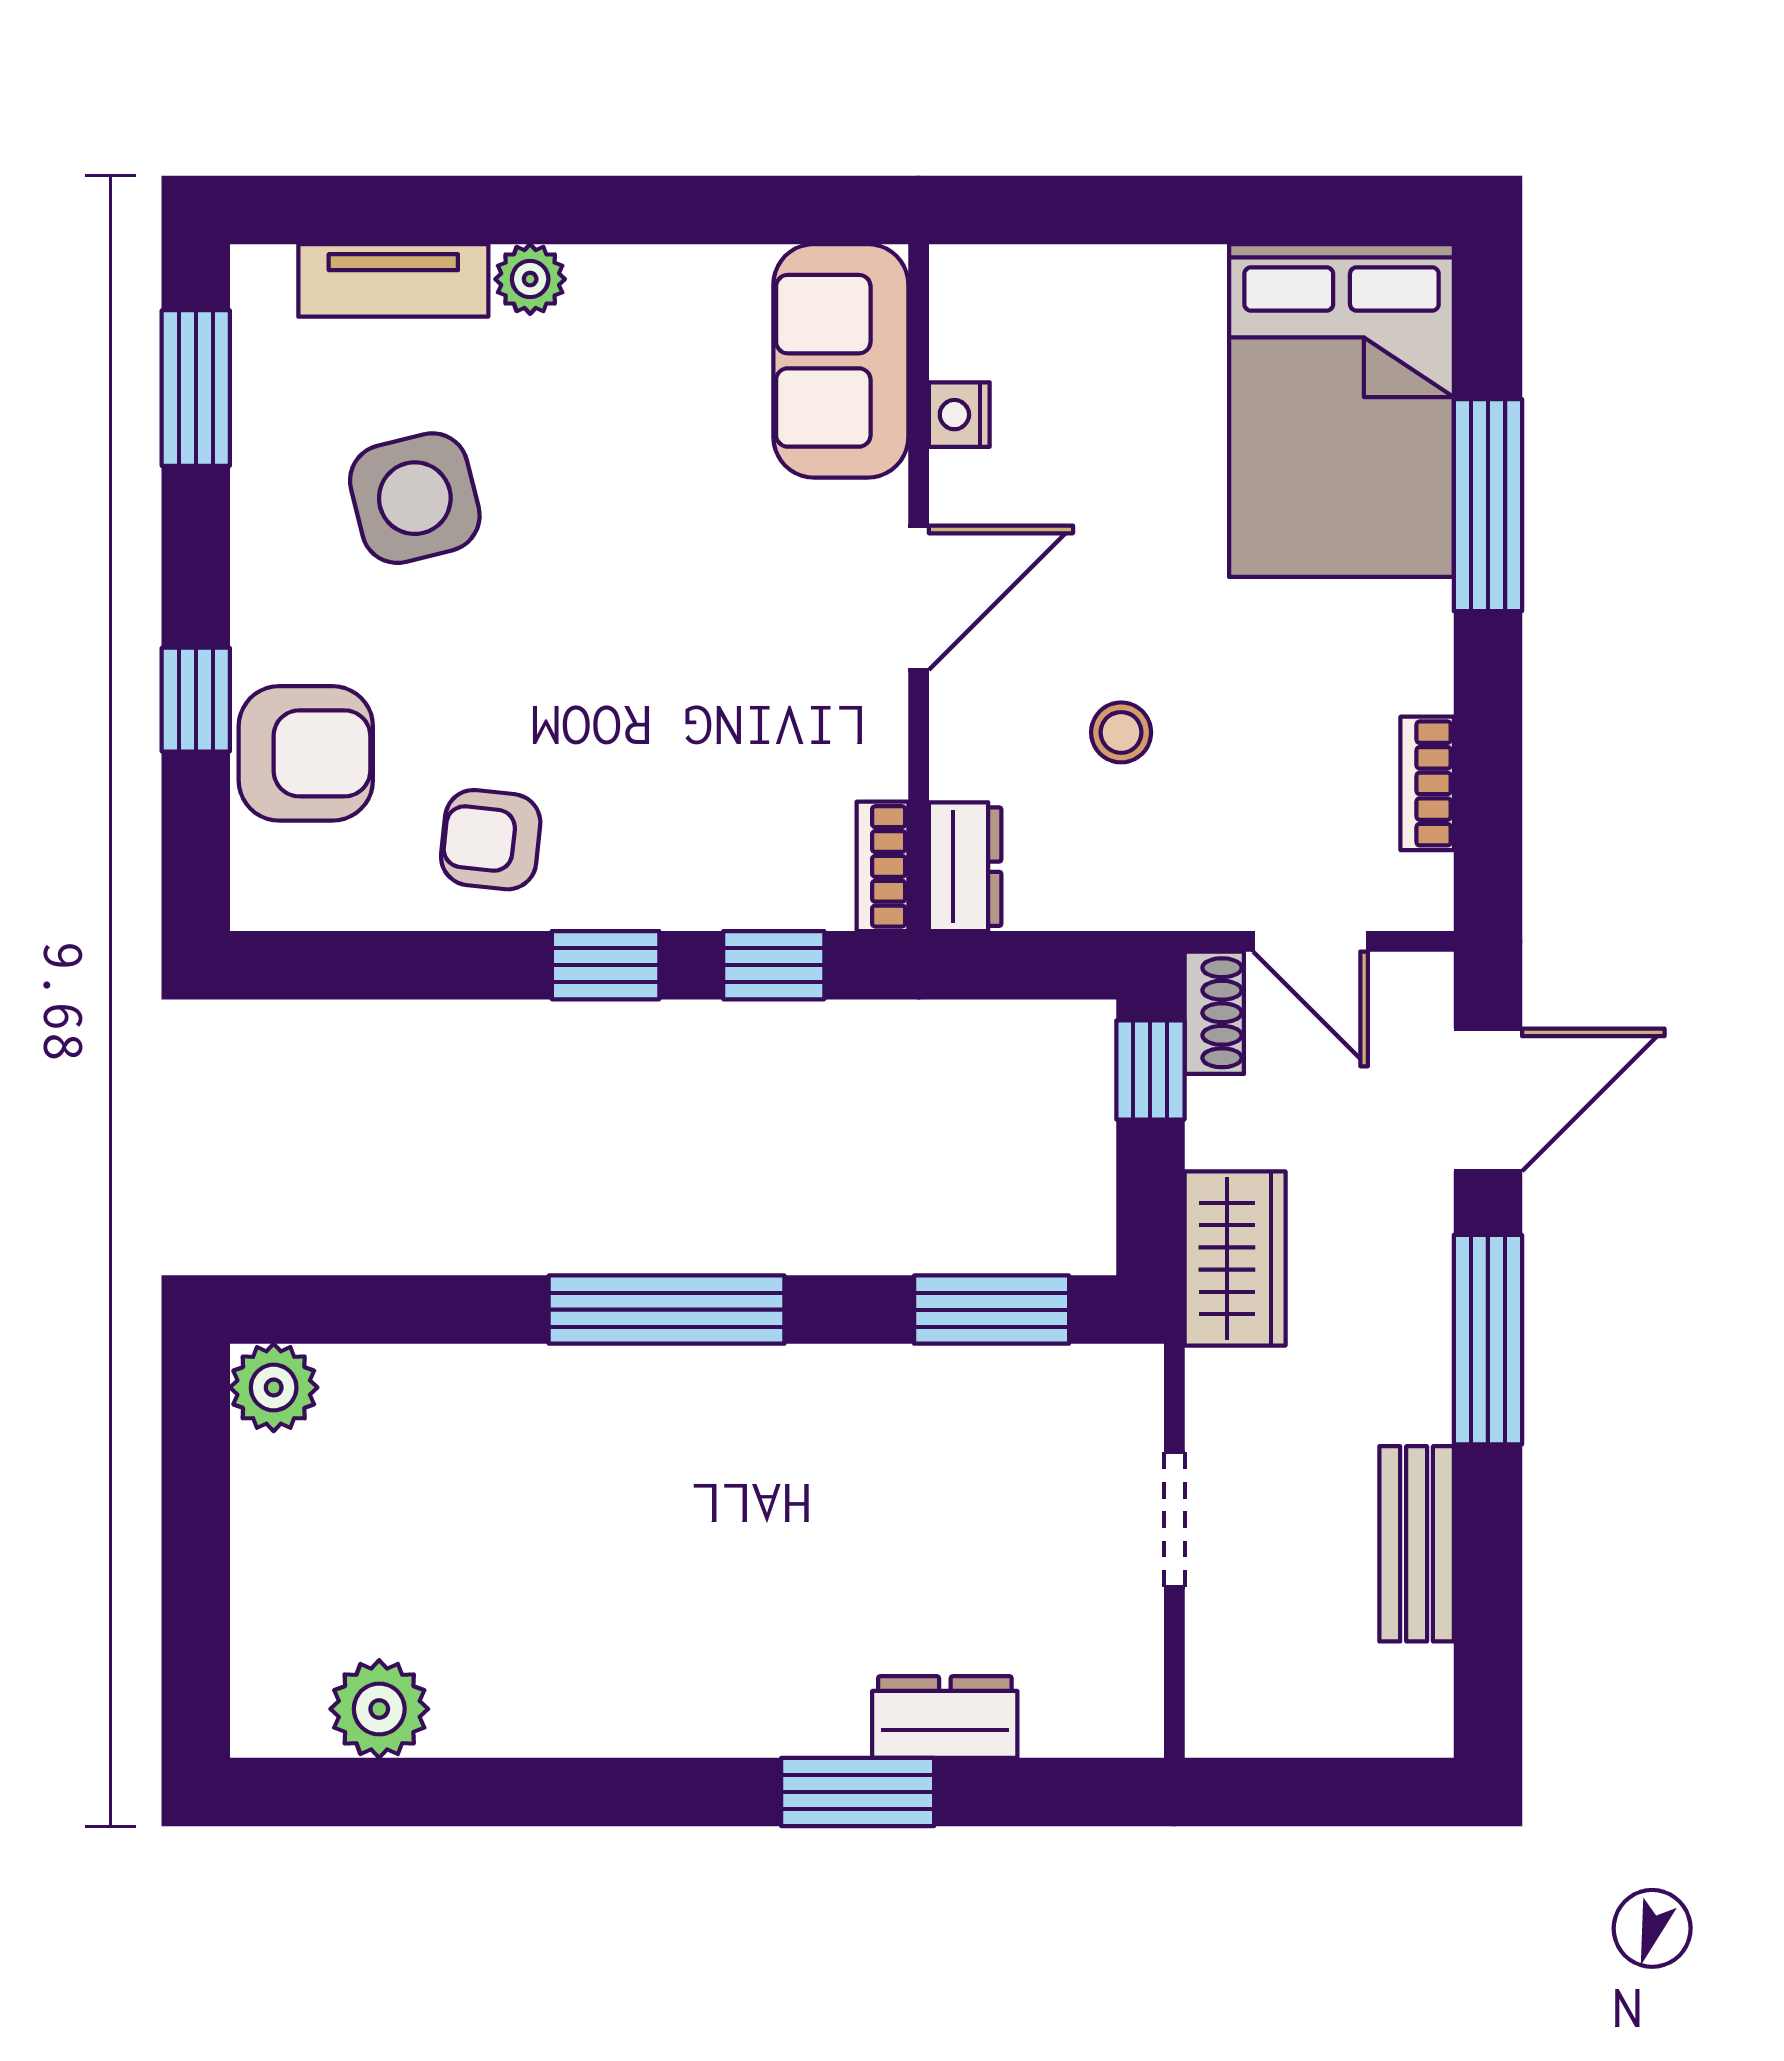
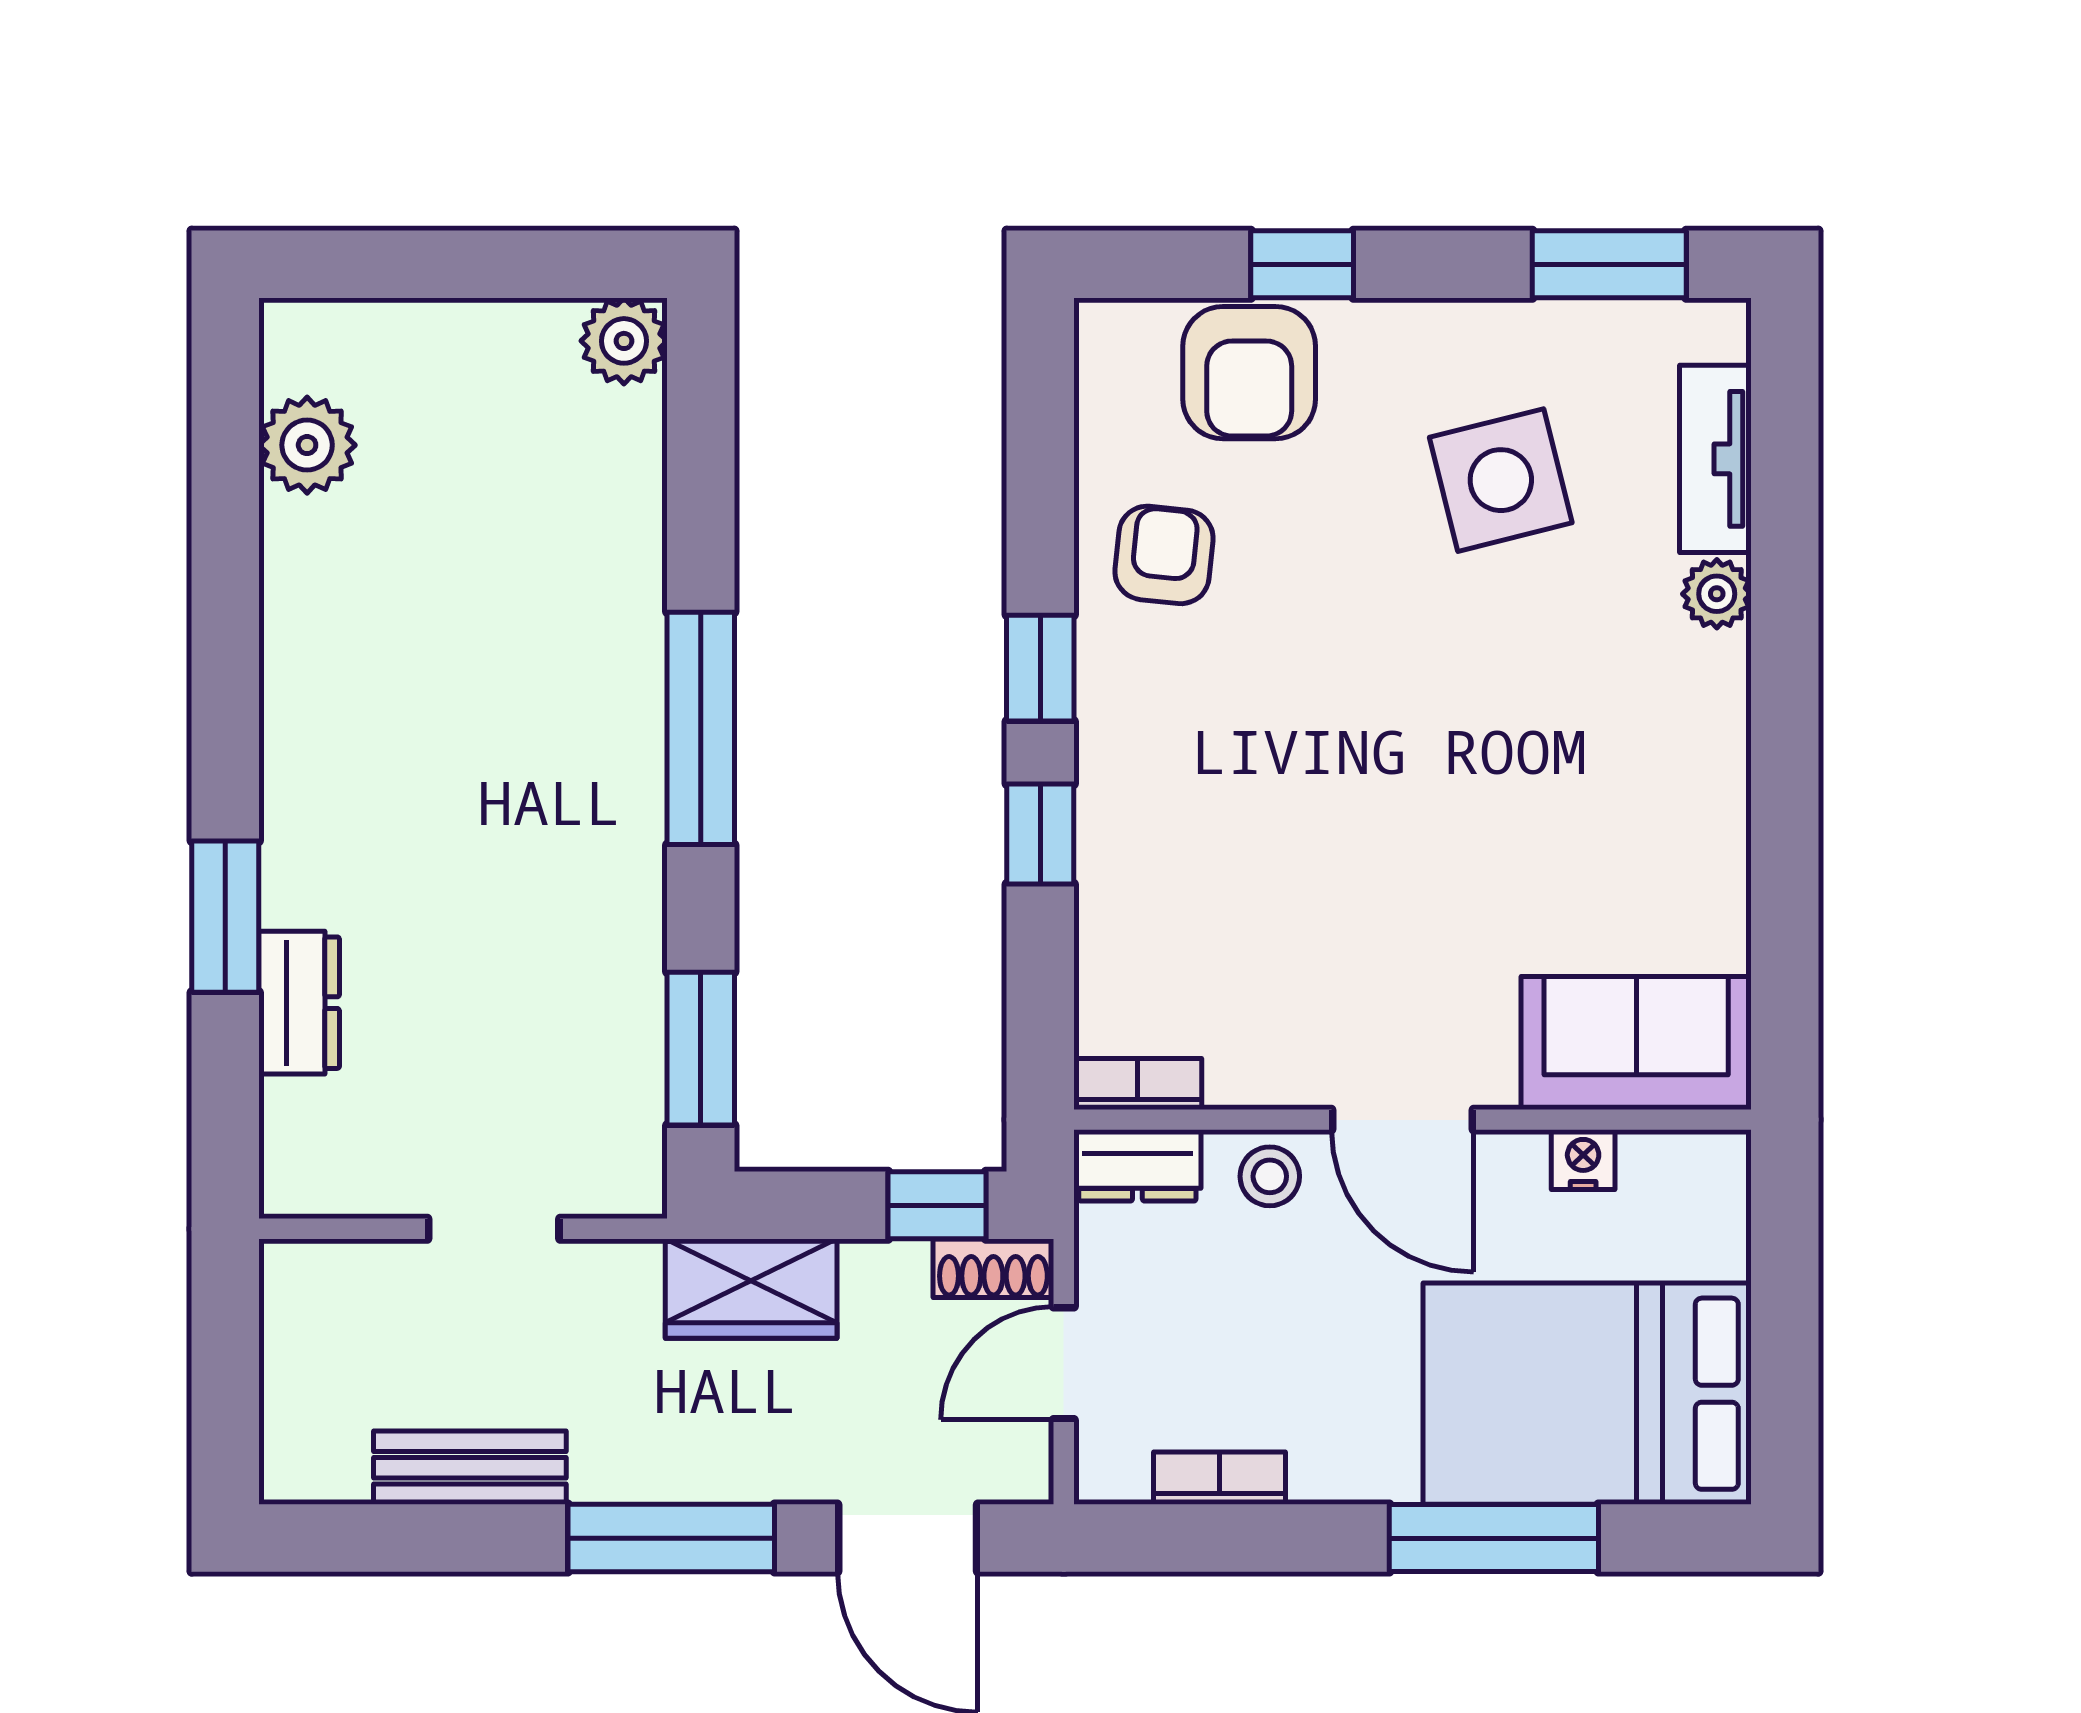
sofa: (841, 361) -> (1636, 1043), moved
nightstand: (959, 415) -> (1583, 1160), moved
wall: (919, 588) -> (1413, 1120), moved
door: (919, 598) -> (1403, 1120), moved
bookcase: (882, 866) -> (1138, 1084), moved
dresser: (965, 867) -> (1137, 1165), moved

